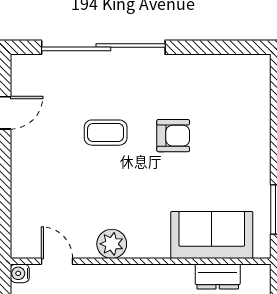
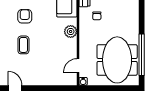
plant: (112, 244) -> (71, 31), moved

